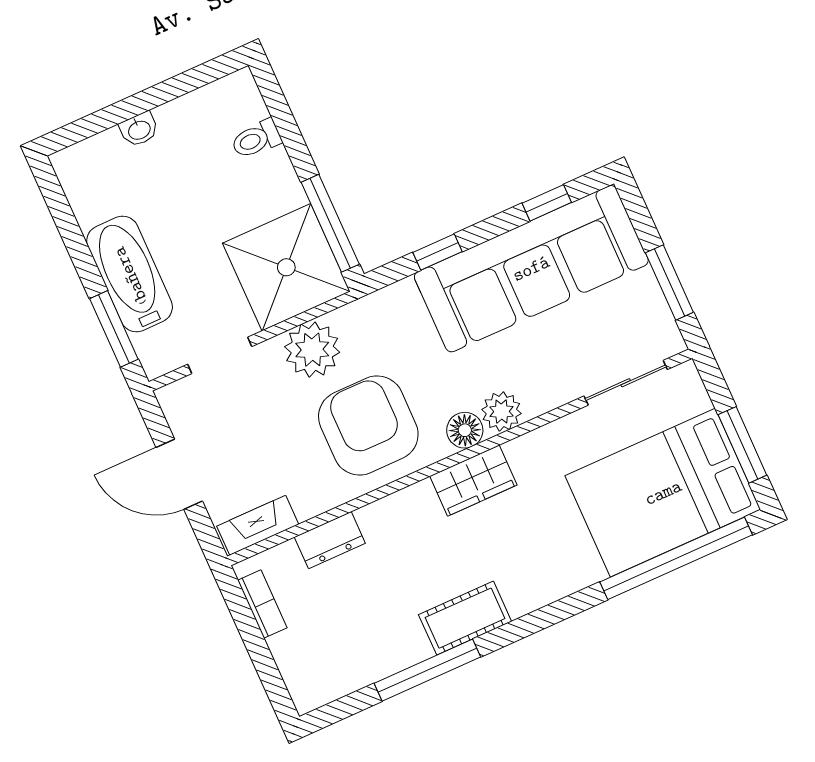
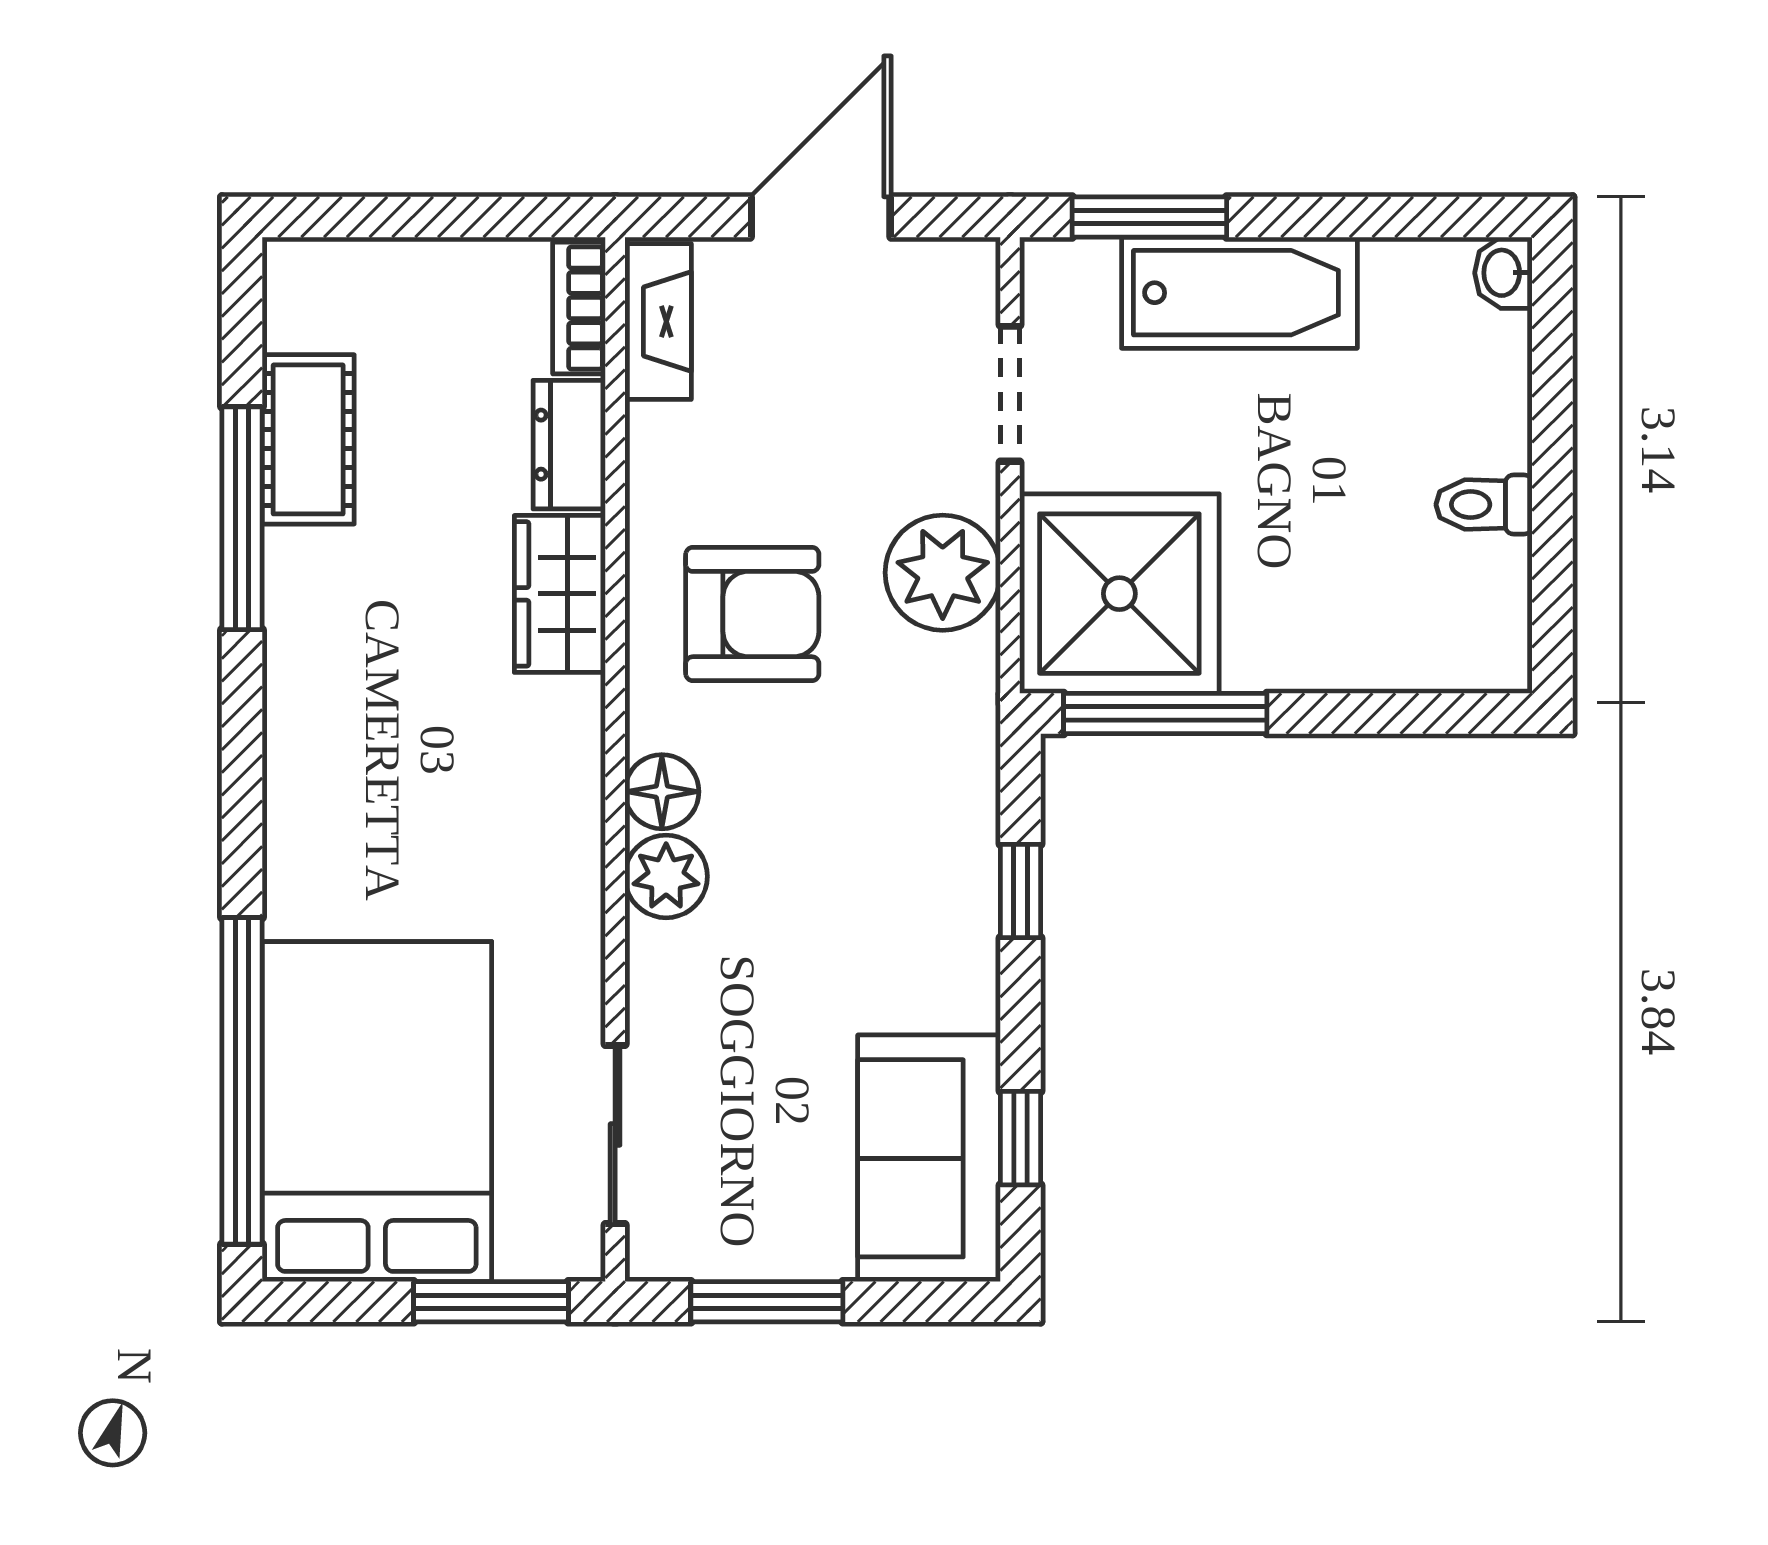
washbasin: (139, 129) -> (1503, 273), moved
toilet: (256, 139) -> (1484, 505), moved, turned -90
sofa: (531, 269) -> (929, 1158), width x0.54, depth x0.79
armchair: (368, 425) -> (752, 614), width x0.73, depth x0.73
window: (742, 445) -> (491, 1302), moved
wardrobe: (473, 481) -> (560, 594), moved
bookcase: (262, 604) -> (579, 308), moved, turned 90
cot: (465, 618) -> (308, 439), moved

